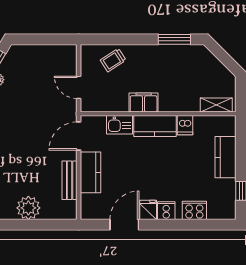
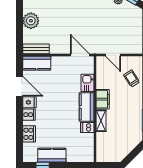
door: (79, 87) -> (113, 55), swing flipped
shelving: (216, 105) -> (101, 121), moved
kitchen counter: (226, 157) -> (52, 155), moved
kitchen counter: (91, 172) -> (37, 63), moved
bench: (70, 180) -> (36, 49), moved

